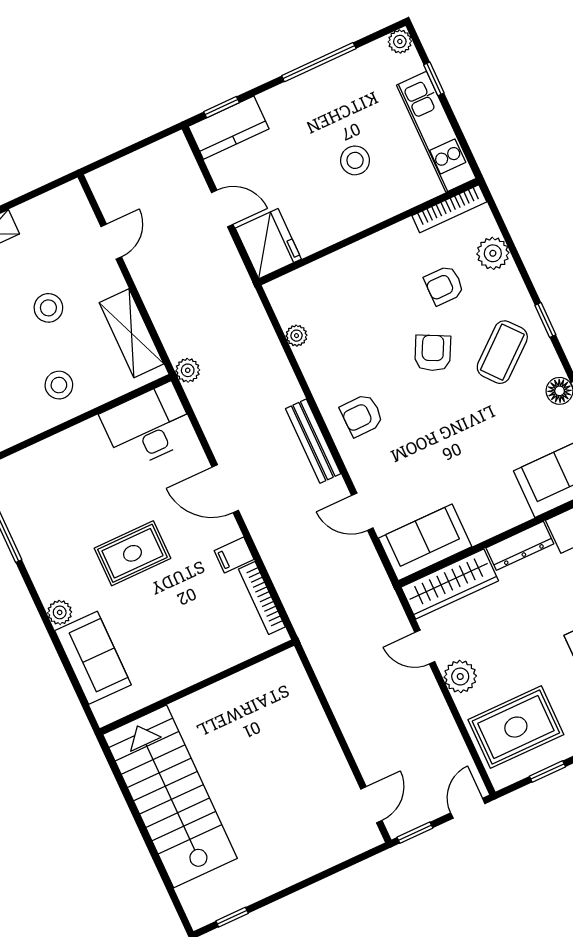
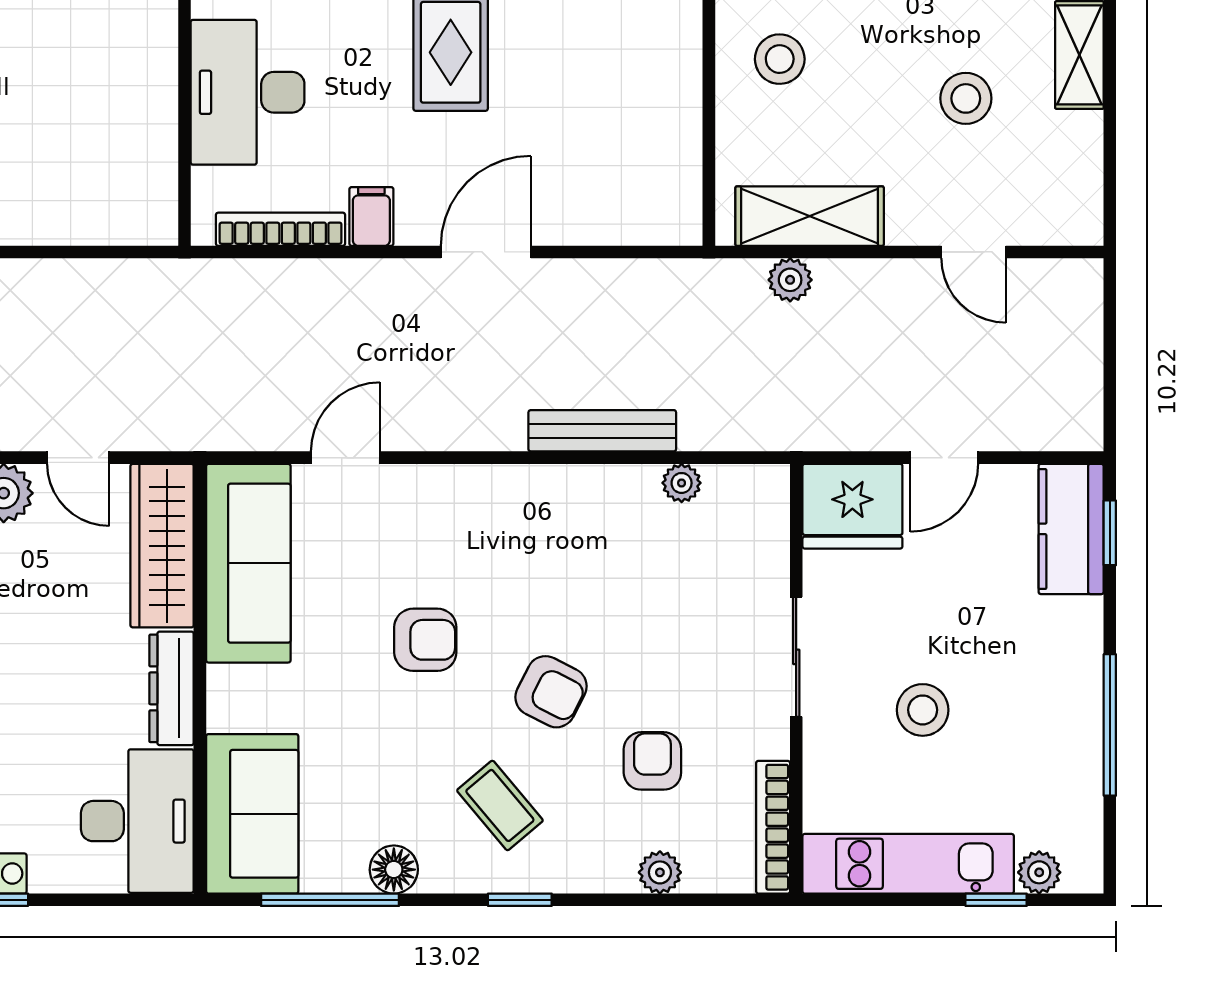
plant: (400, 41) -> (1039, 872), moved
sliding door: (358, 237) -> (796, 657), added
plant: (493, 253) -> (660, 872), width x0.73, depth x0.73
stool: (48, 308) -> (966, 98), moved
coffee table: (502, 352) -> (500, 805), width x0.73, depth x0.77
plant: (188, 370) -> (790, 280), moved
armchair: (362, 415) -> (425, 640), moved, turned 91
desk: (148, 426) -> (248, 92), moved, turned 180
bench: (313, 441) -> (602, 431), moved
sofa: (425, 542) -> (248, 563), width x1.36
door: (425, 647) -> (78, 458), swing flipped

